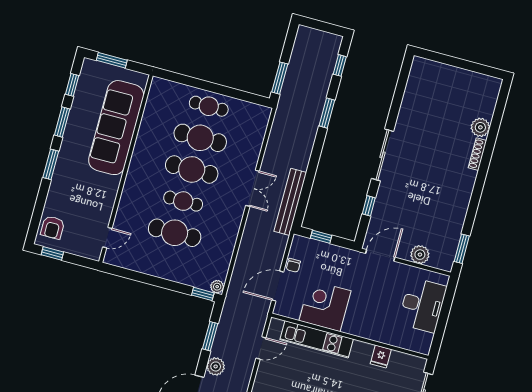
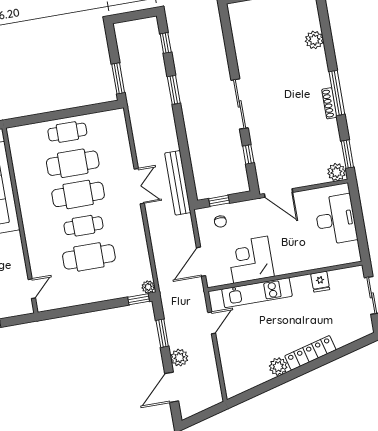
shoe rack: (477, 154) -> (329, 103), moved
window: (478, 187) -> (337, 93), added
door: (380, 255) -> (279, 193), swing flipped
plant: (420, 255) -> (336, 172), moved
chair: (293, 265) -> (220, 221), moved

